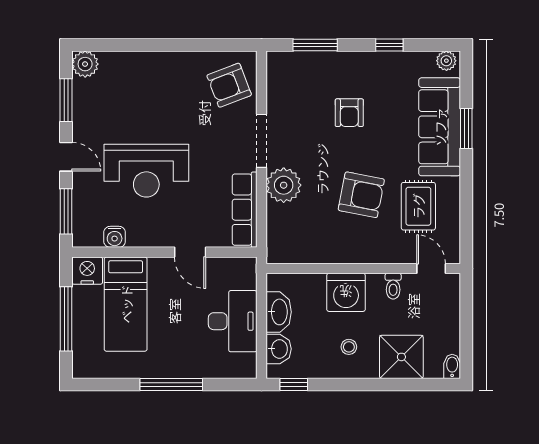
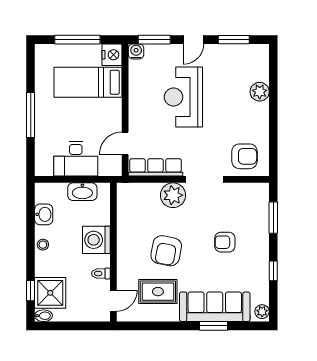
plant: (85, 64) -> (260, 92), moved
armchair: (229, 85) -> (245, 156), turned 111
water cooler: (115, 237) -> (136, 51), moved, turned 90
door: (190, 252) -> (125, 143), moved
stool: (349, 347) -> (43, 245), moved
washbasin: (279, 349) -> (44, 214), moved, turned -90
shower: (401, 357) -> (50, 293), moved
window: (294, 384) -> (31, 291), moved

